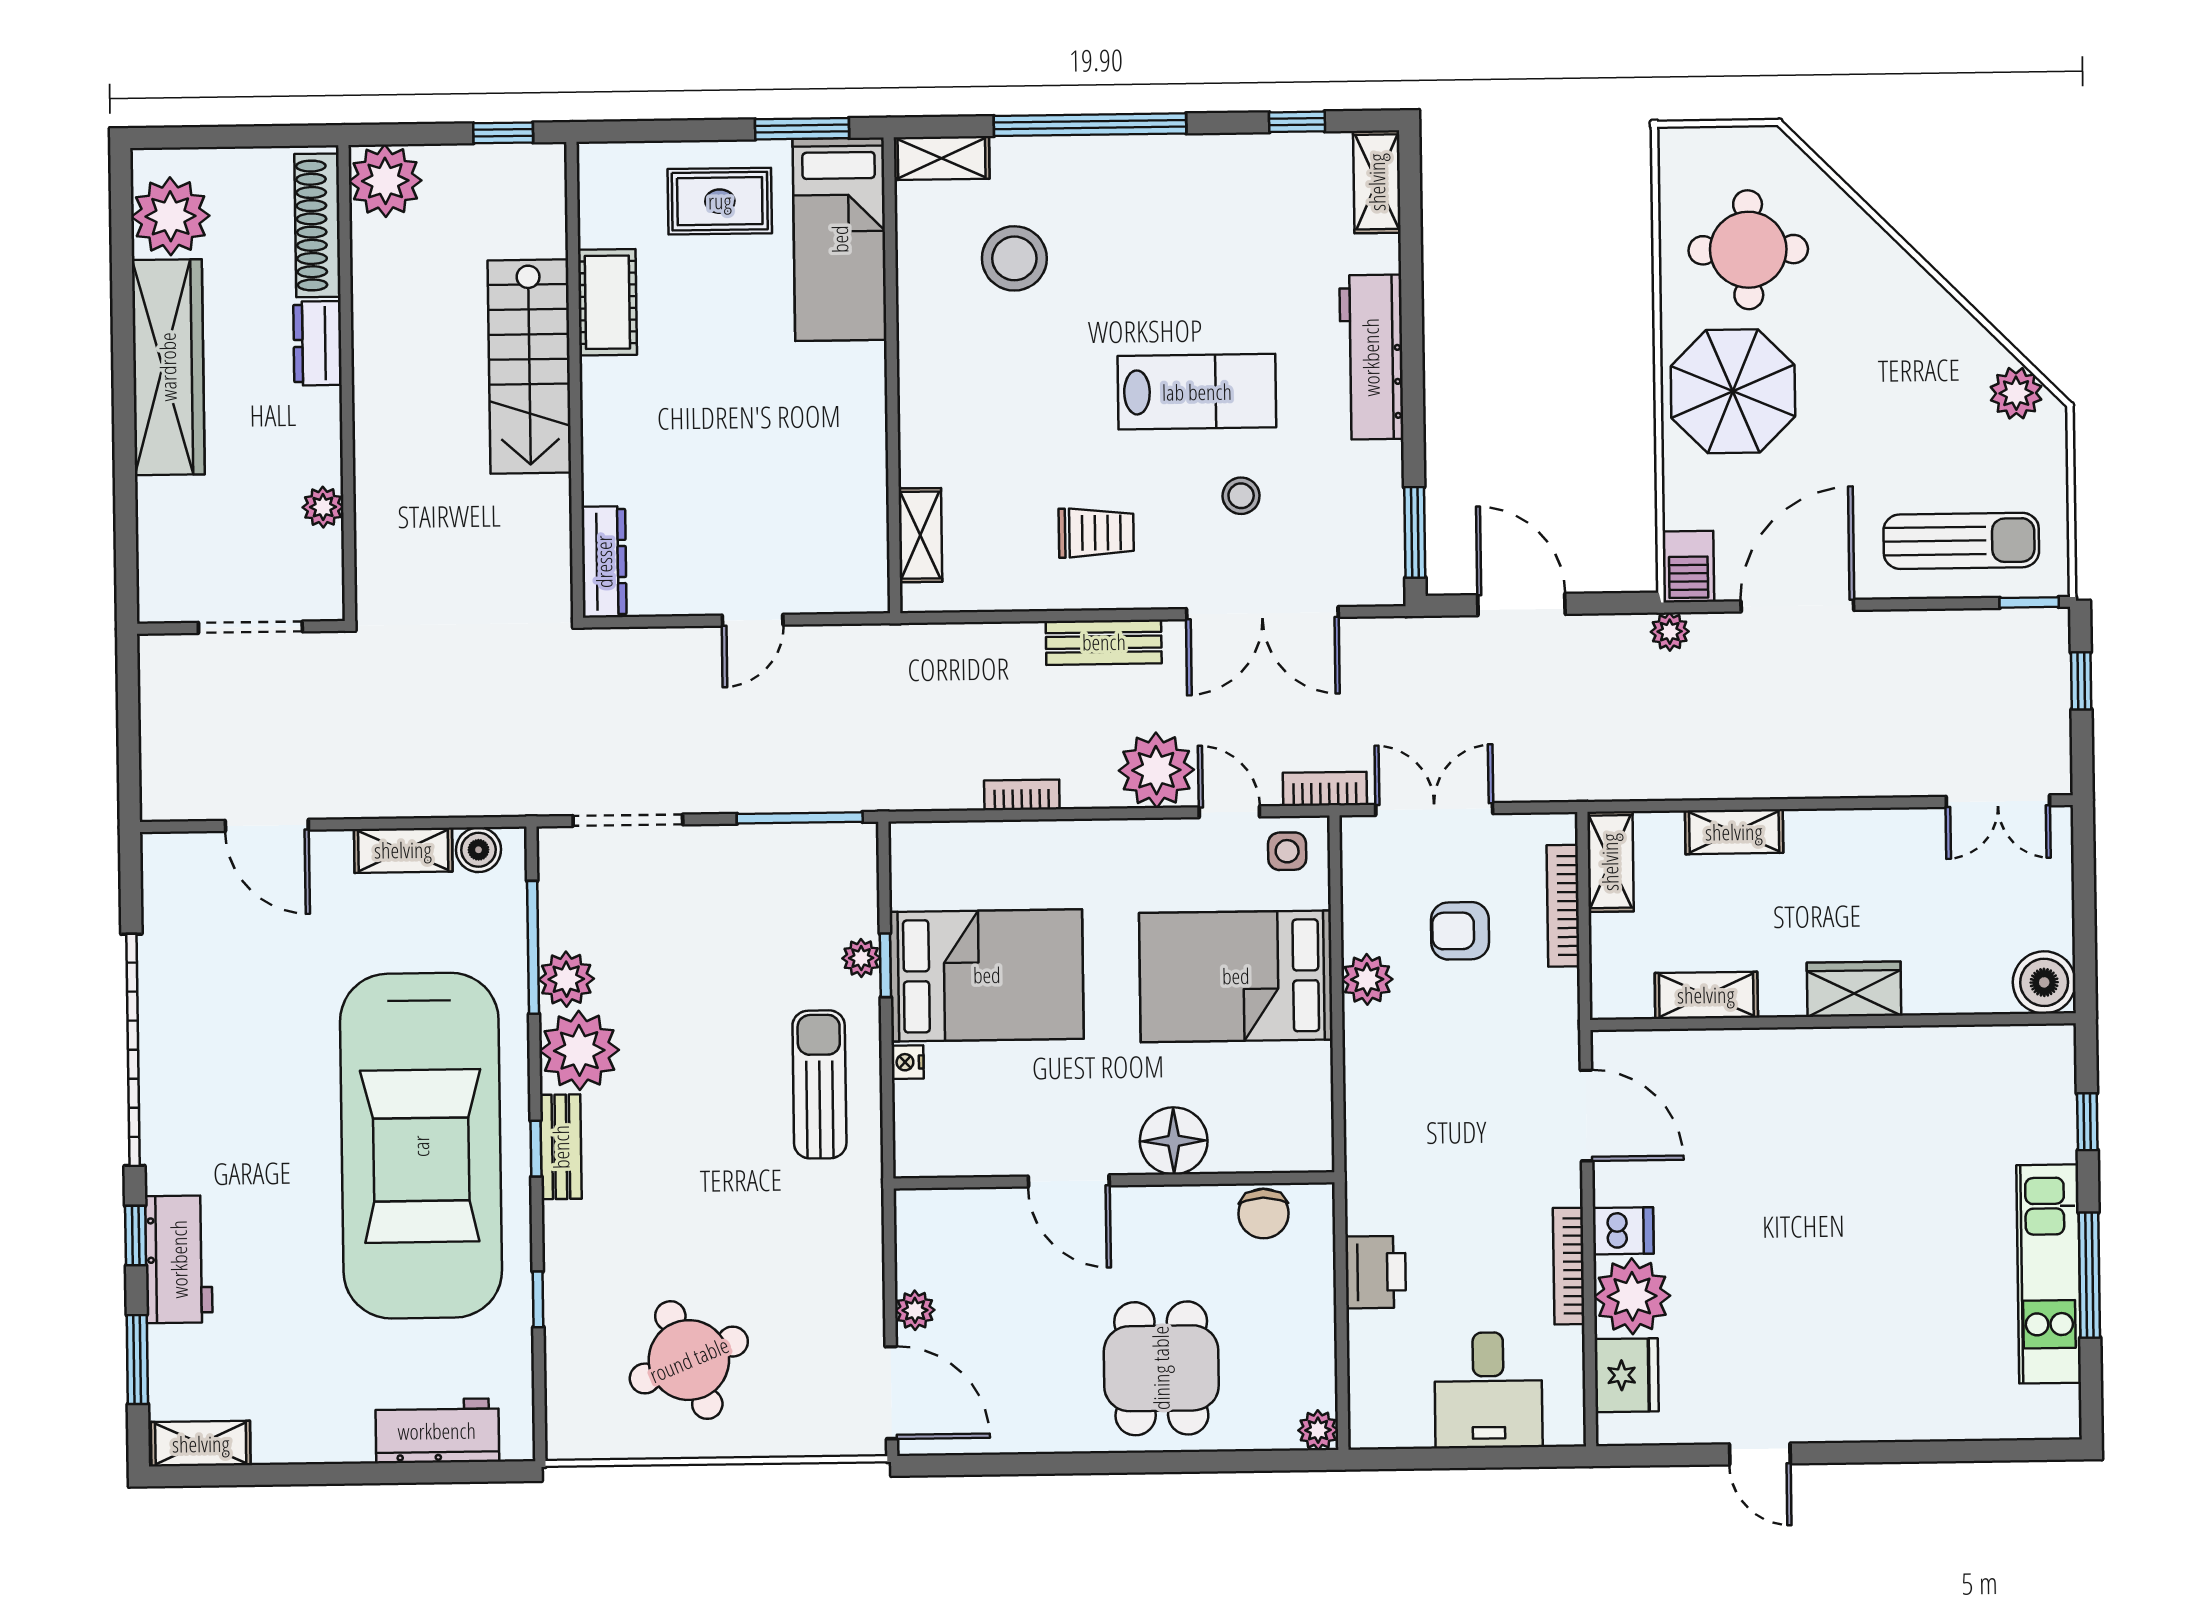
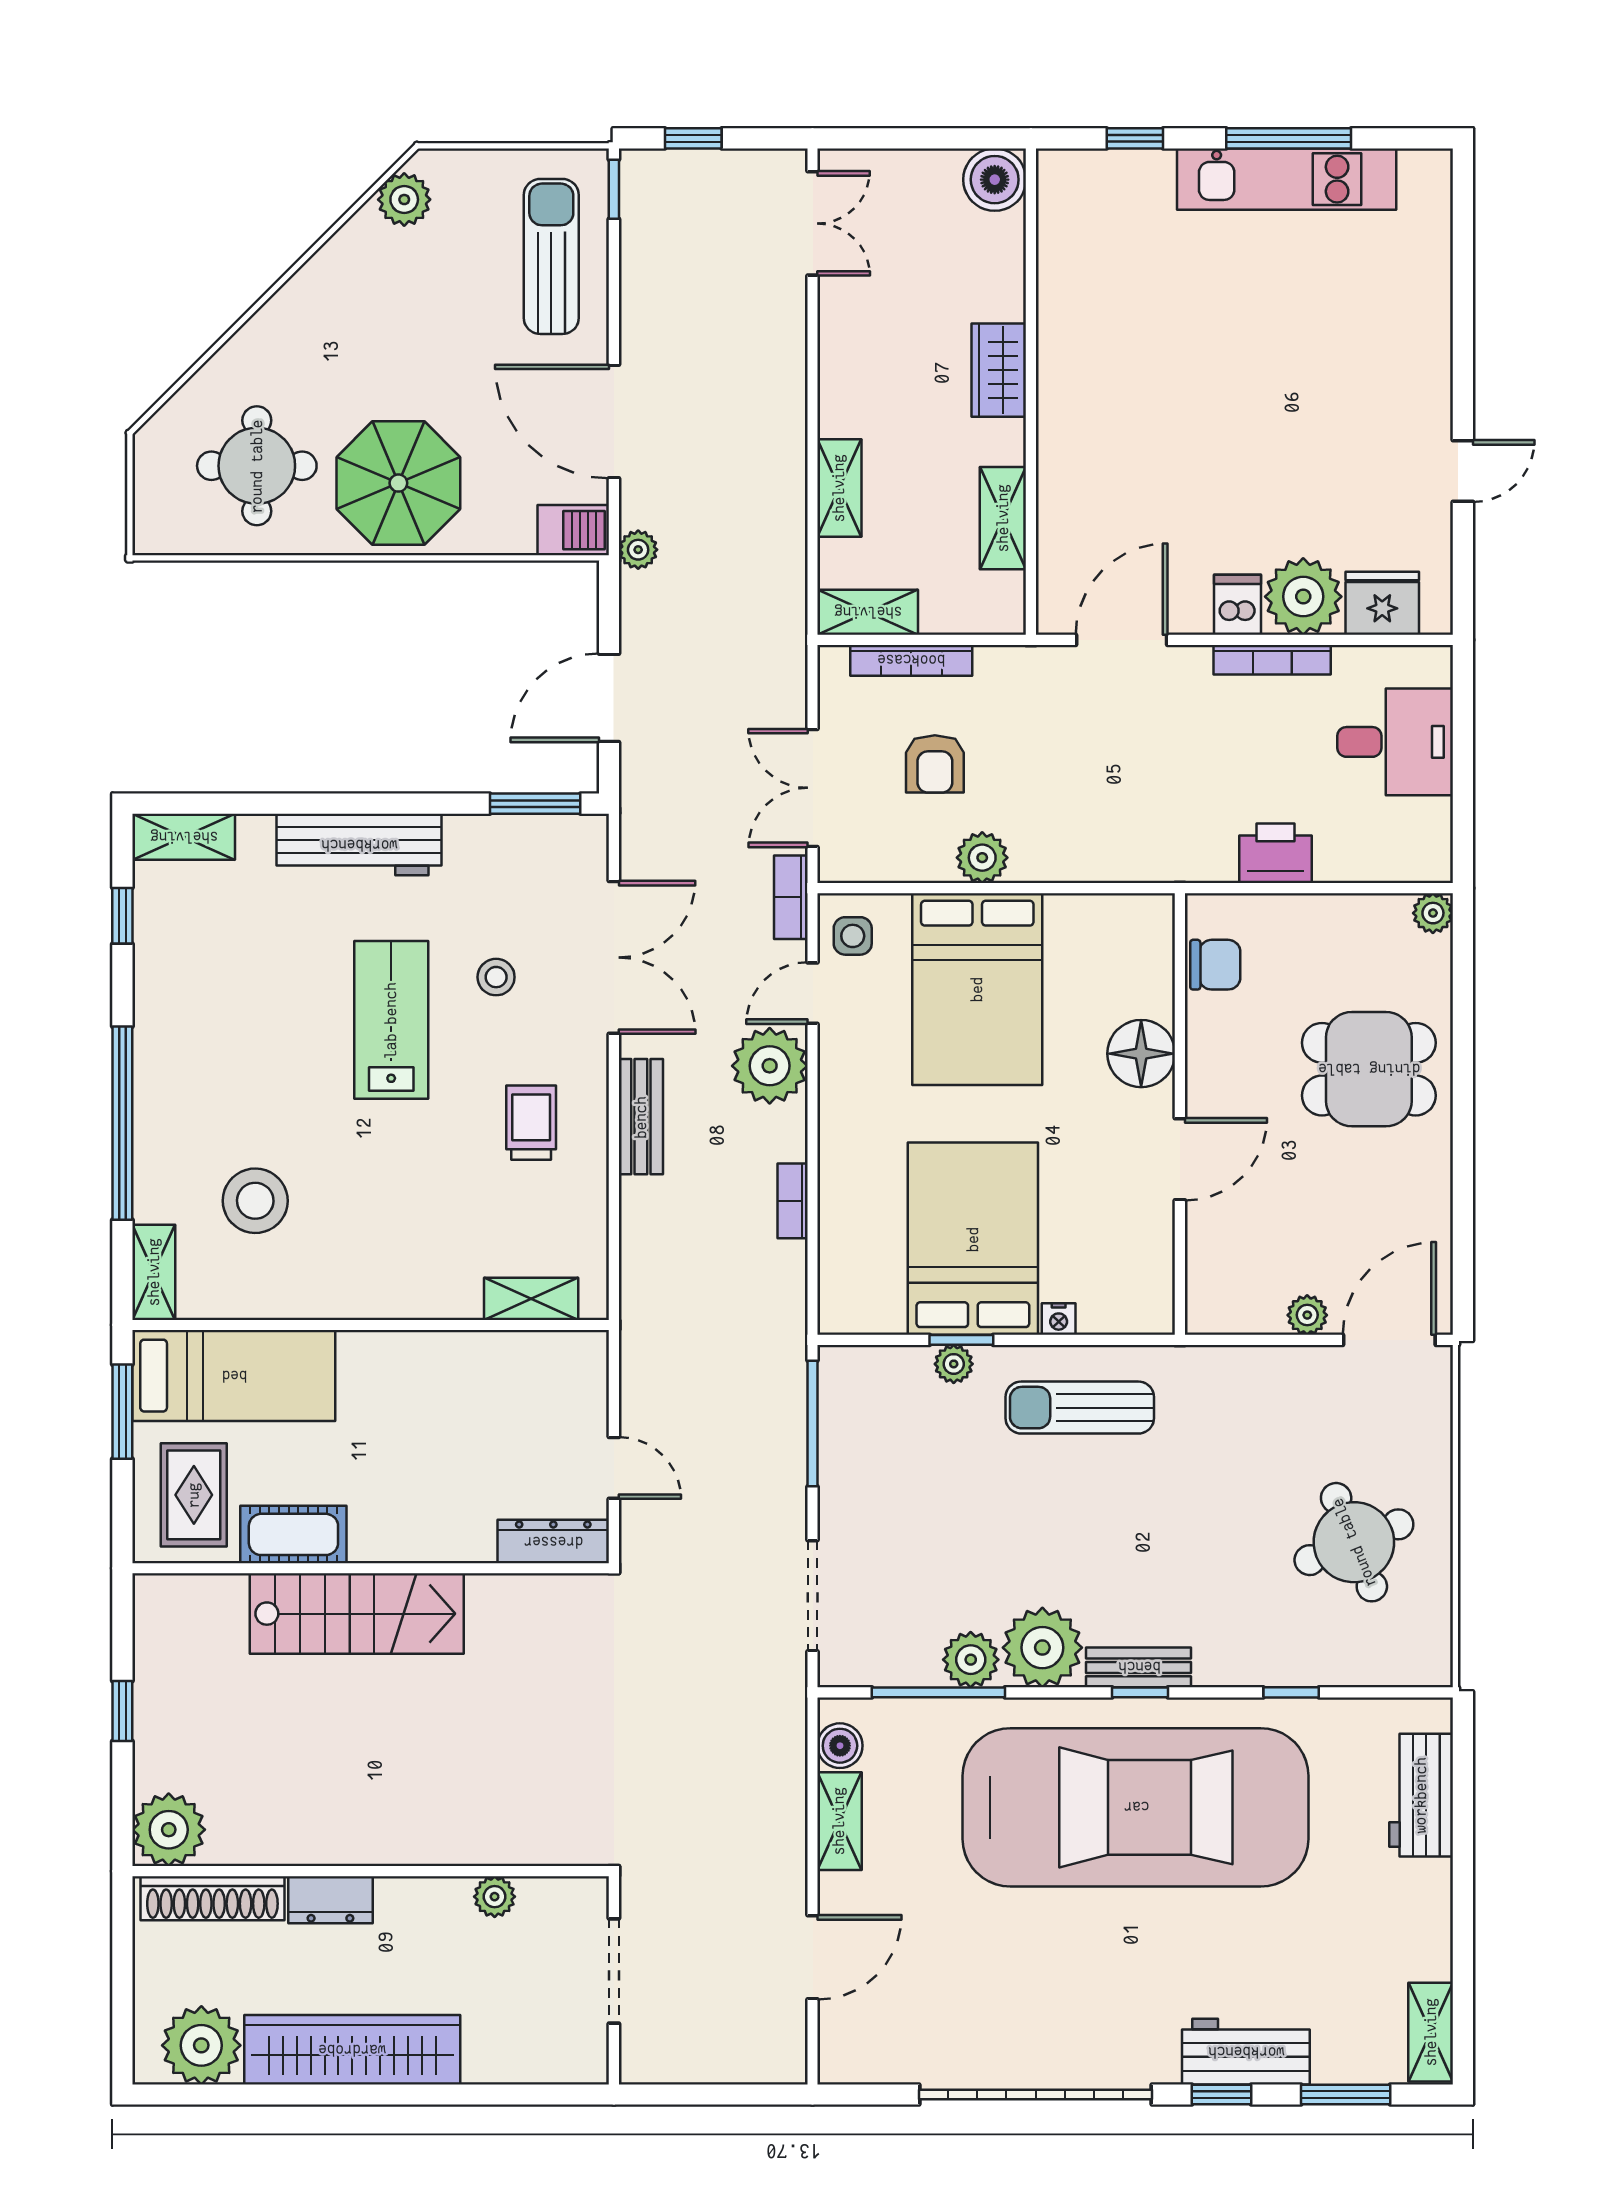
cot: (607, 302) -> (293, 1534), moved
stairs: (529, 366) -> (357, 1614), moved
wall: (575, 380) -> (371, 1568), moved
dresser: (604, 562) -> (553, 1542), moved

